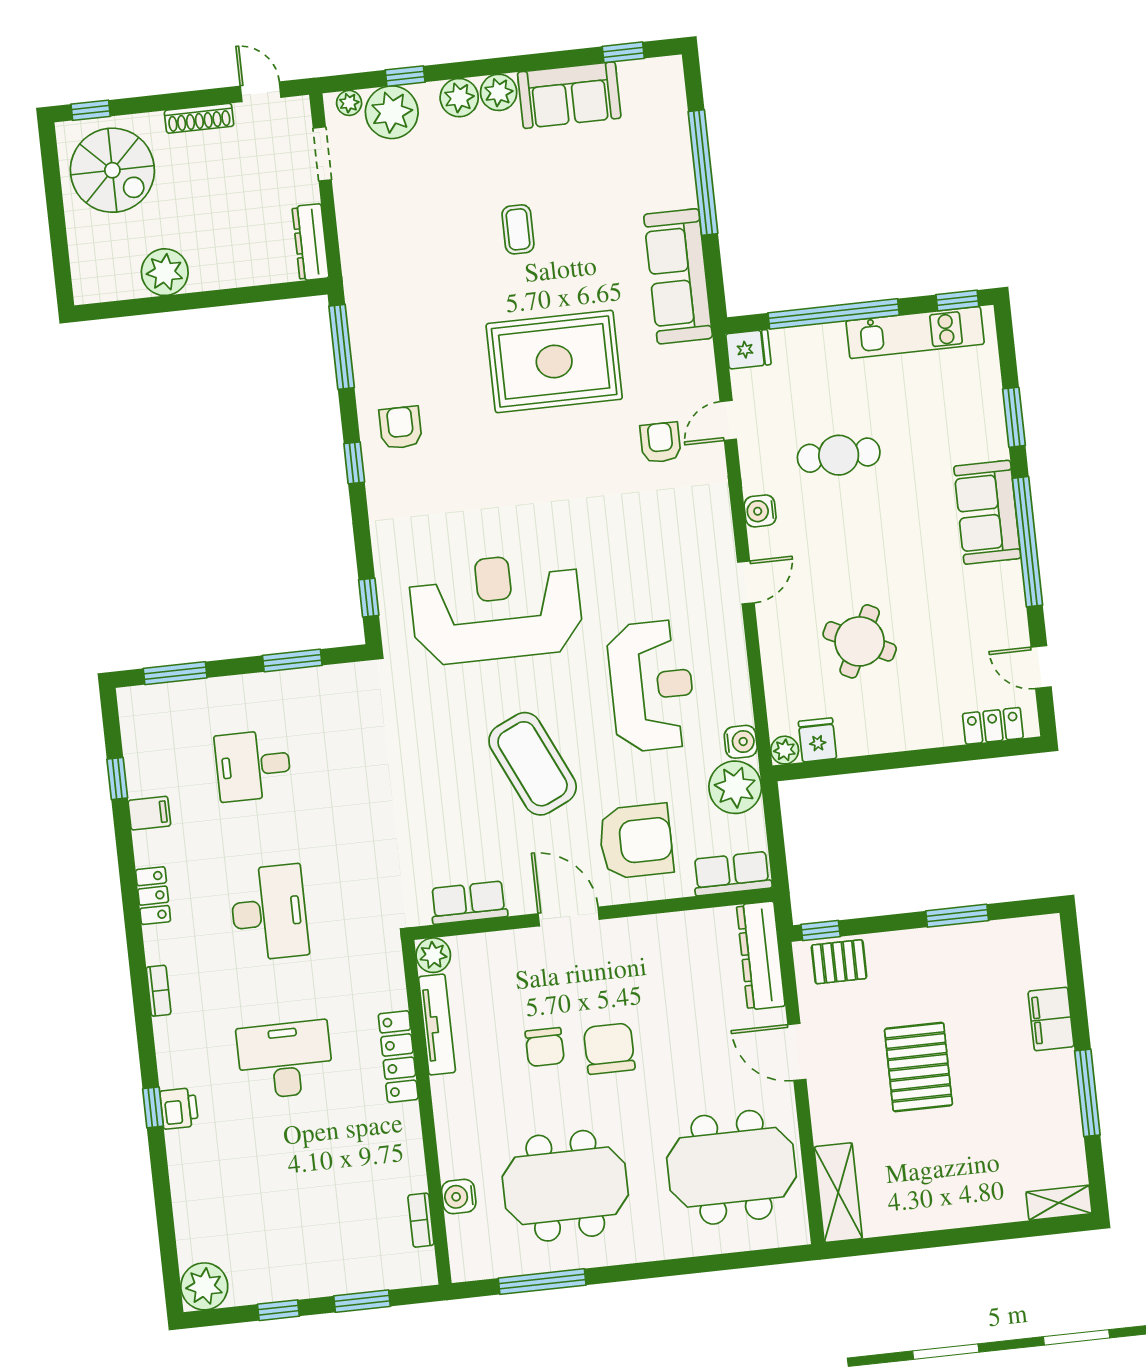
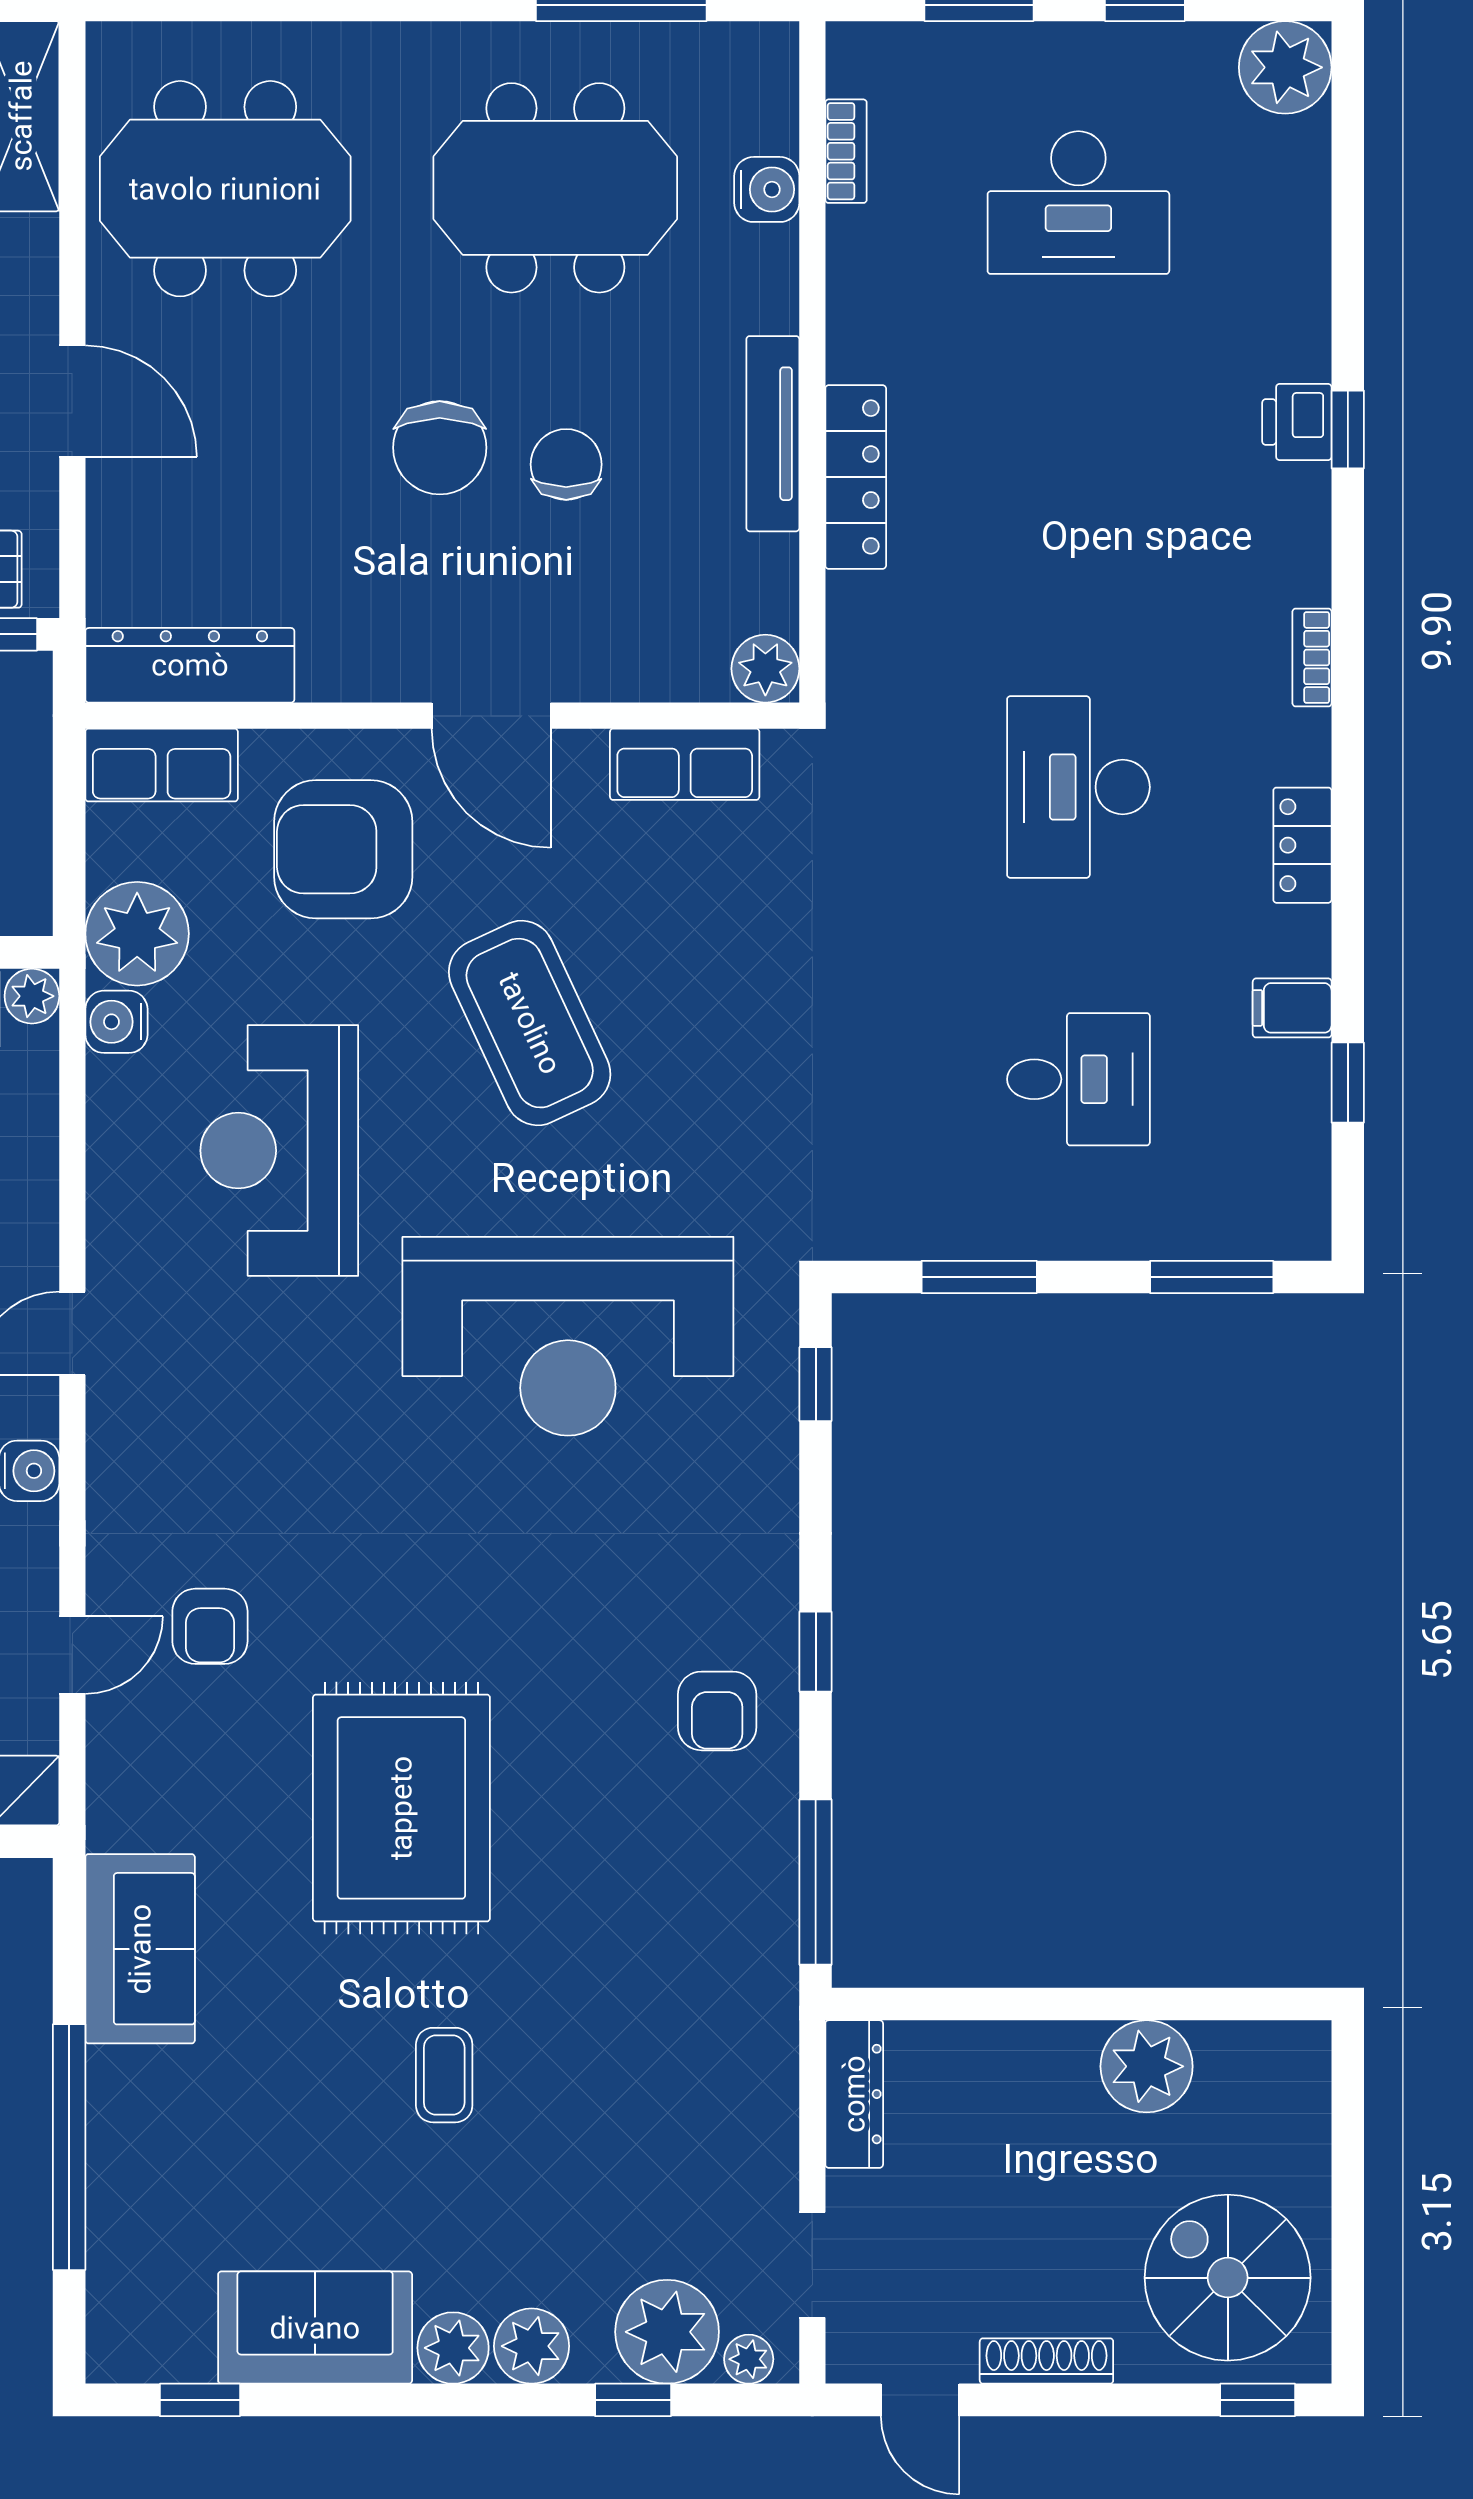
sofa: (678, 276) -> (140, 1949), width x0.73
rug: (554, 361) -> (401, 1808), turned 90
dresser: (761, 956) -> (190, 665), moved, turned -90
tv unit: (437, 1024) -> (773, 434), moved
desk: (285, 1060) -> (1078, 203), moved

